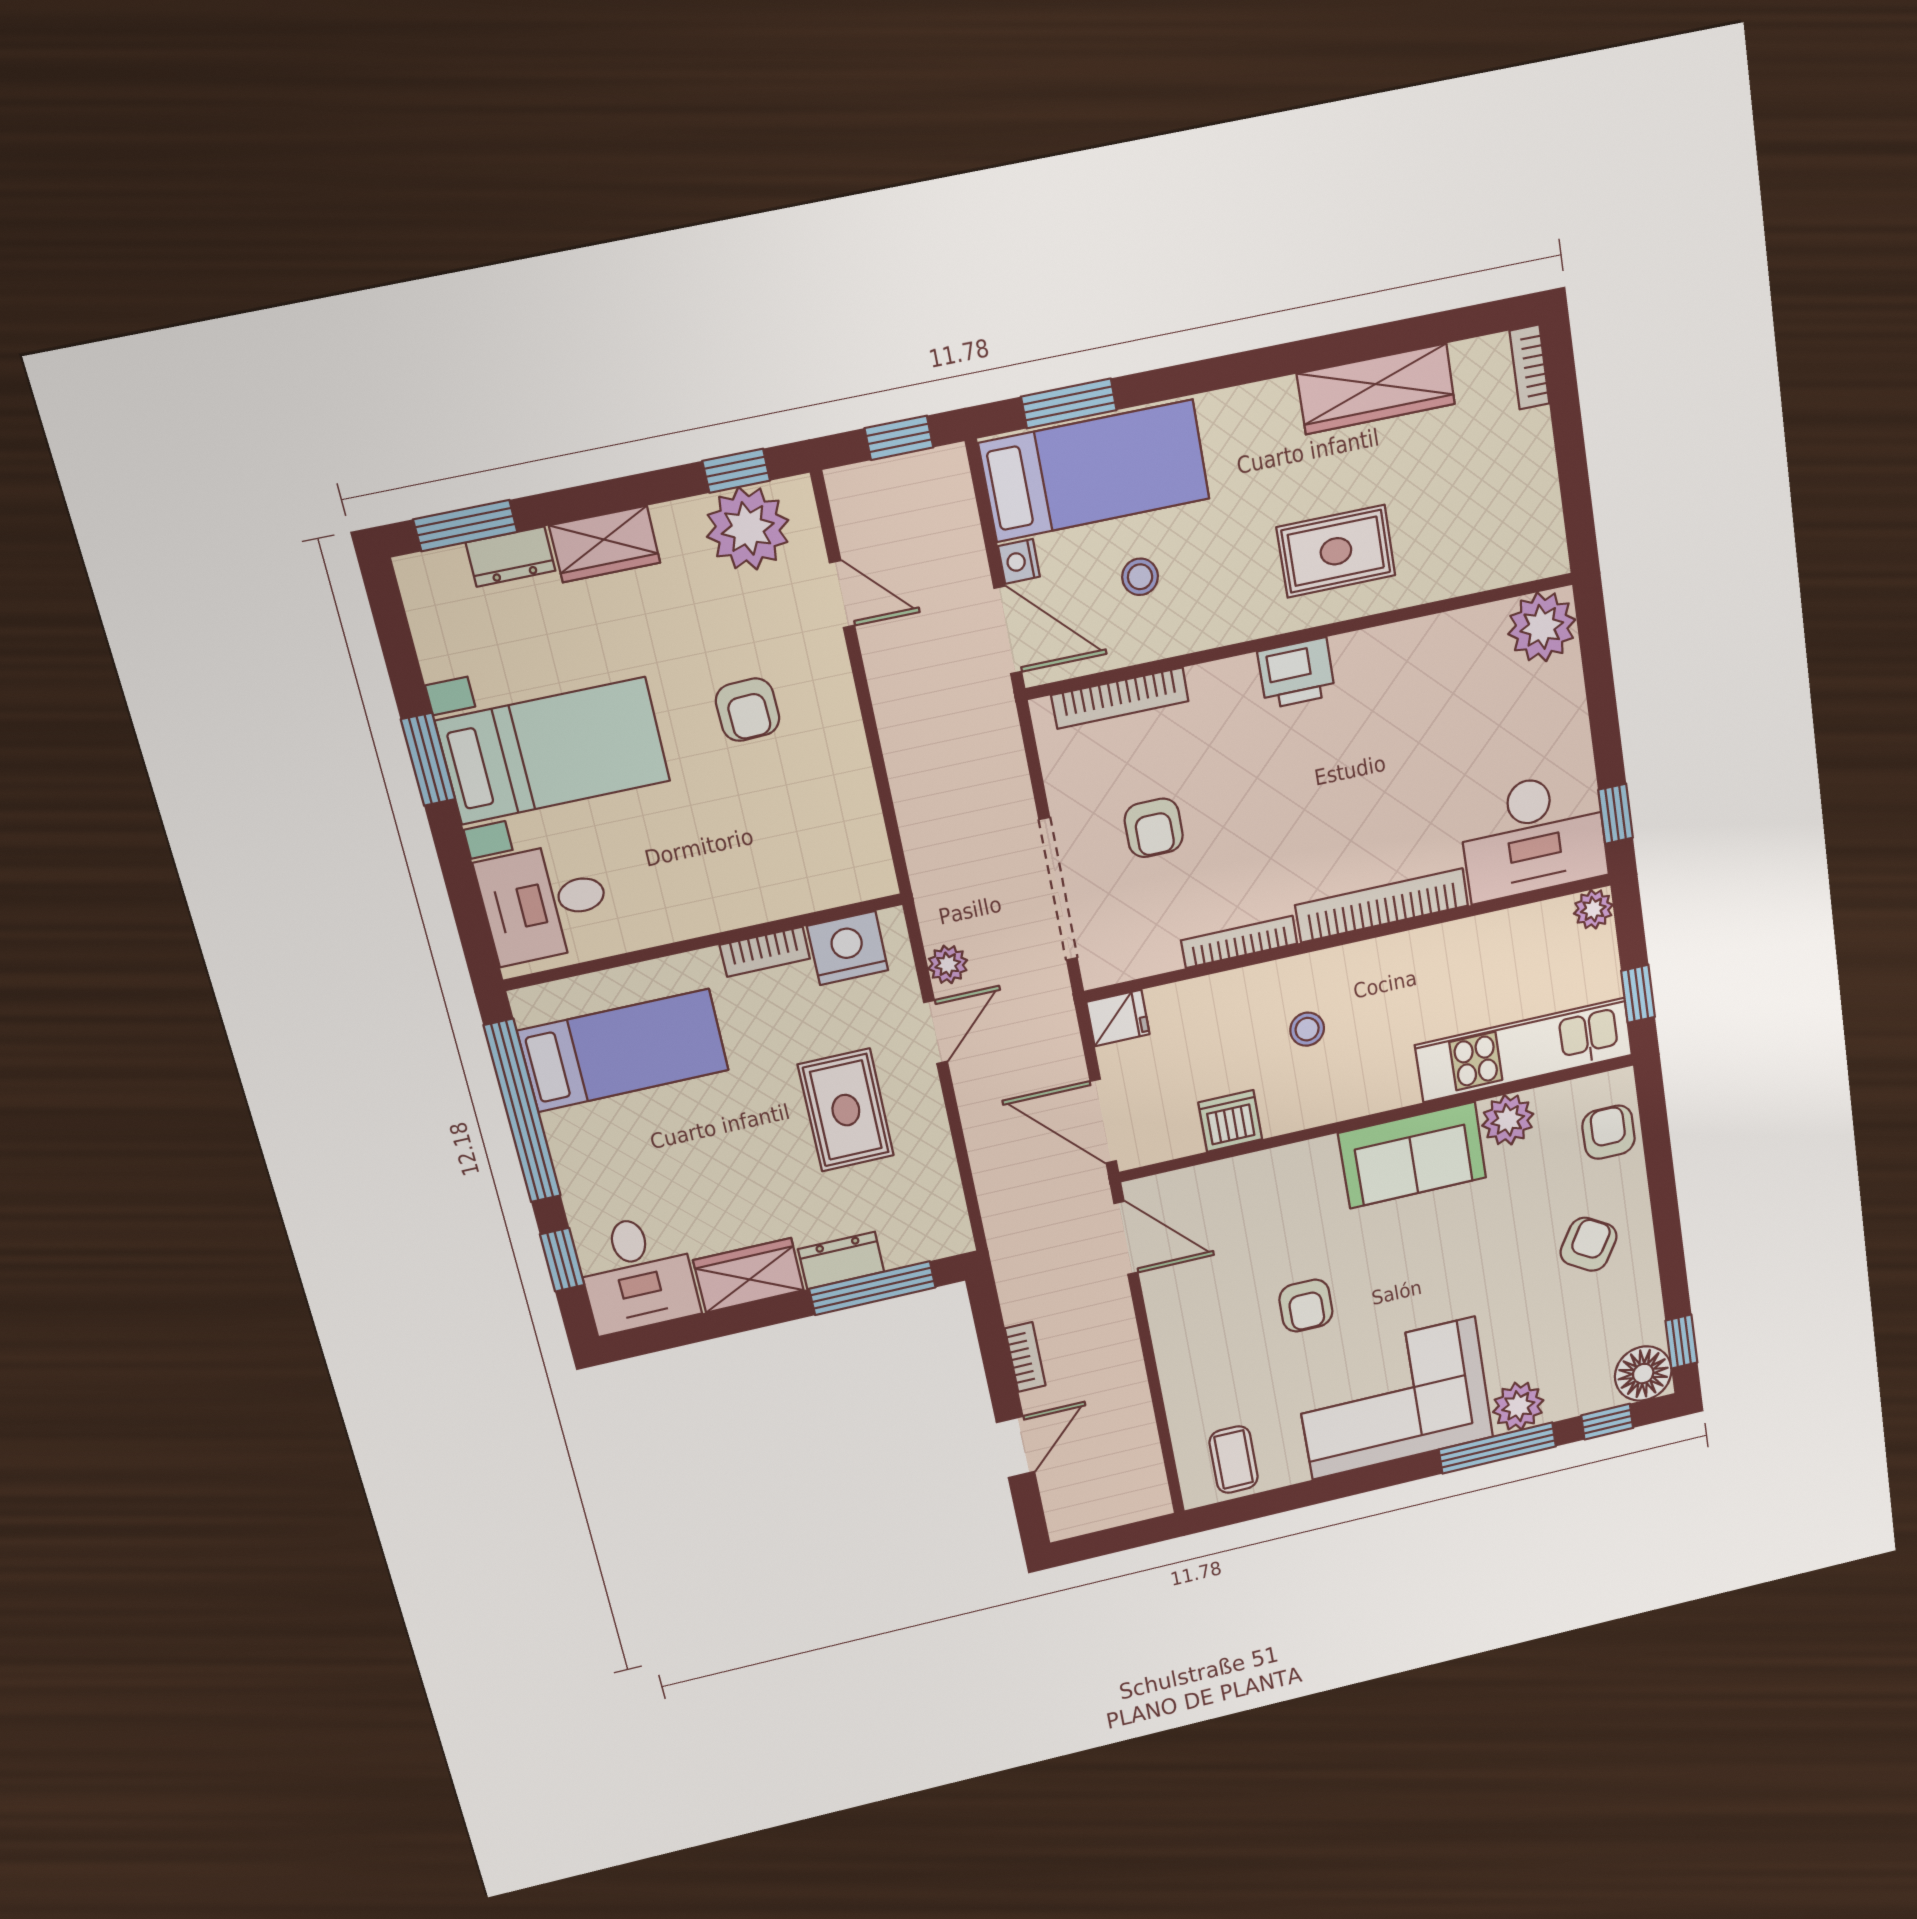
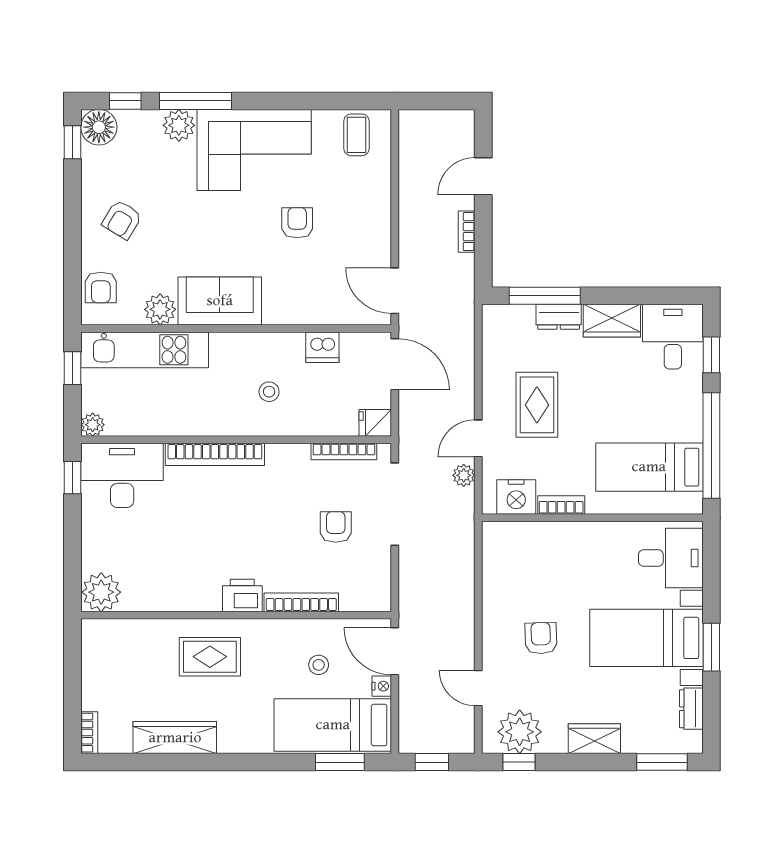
dresser: (511, 557) -> (691, 709), moved, turned -90
bookcase: (1120, 698) -> (301, 602), moved
bookcase: (1239, 942) -> (344, 452), moved

